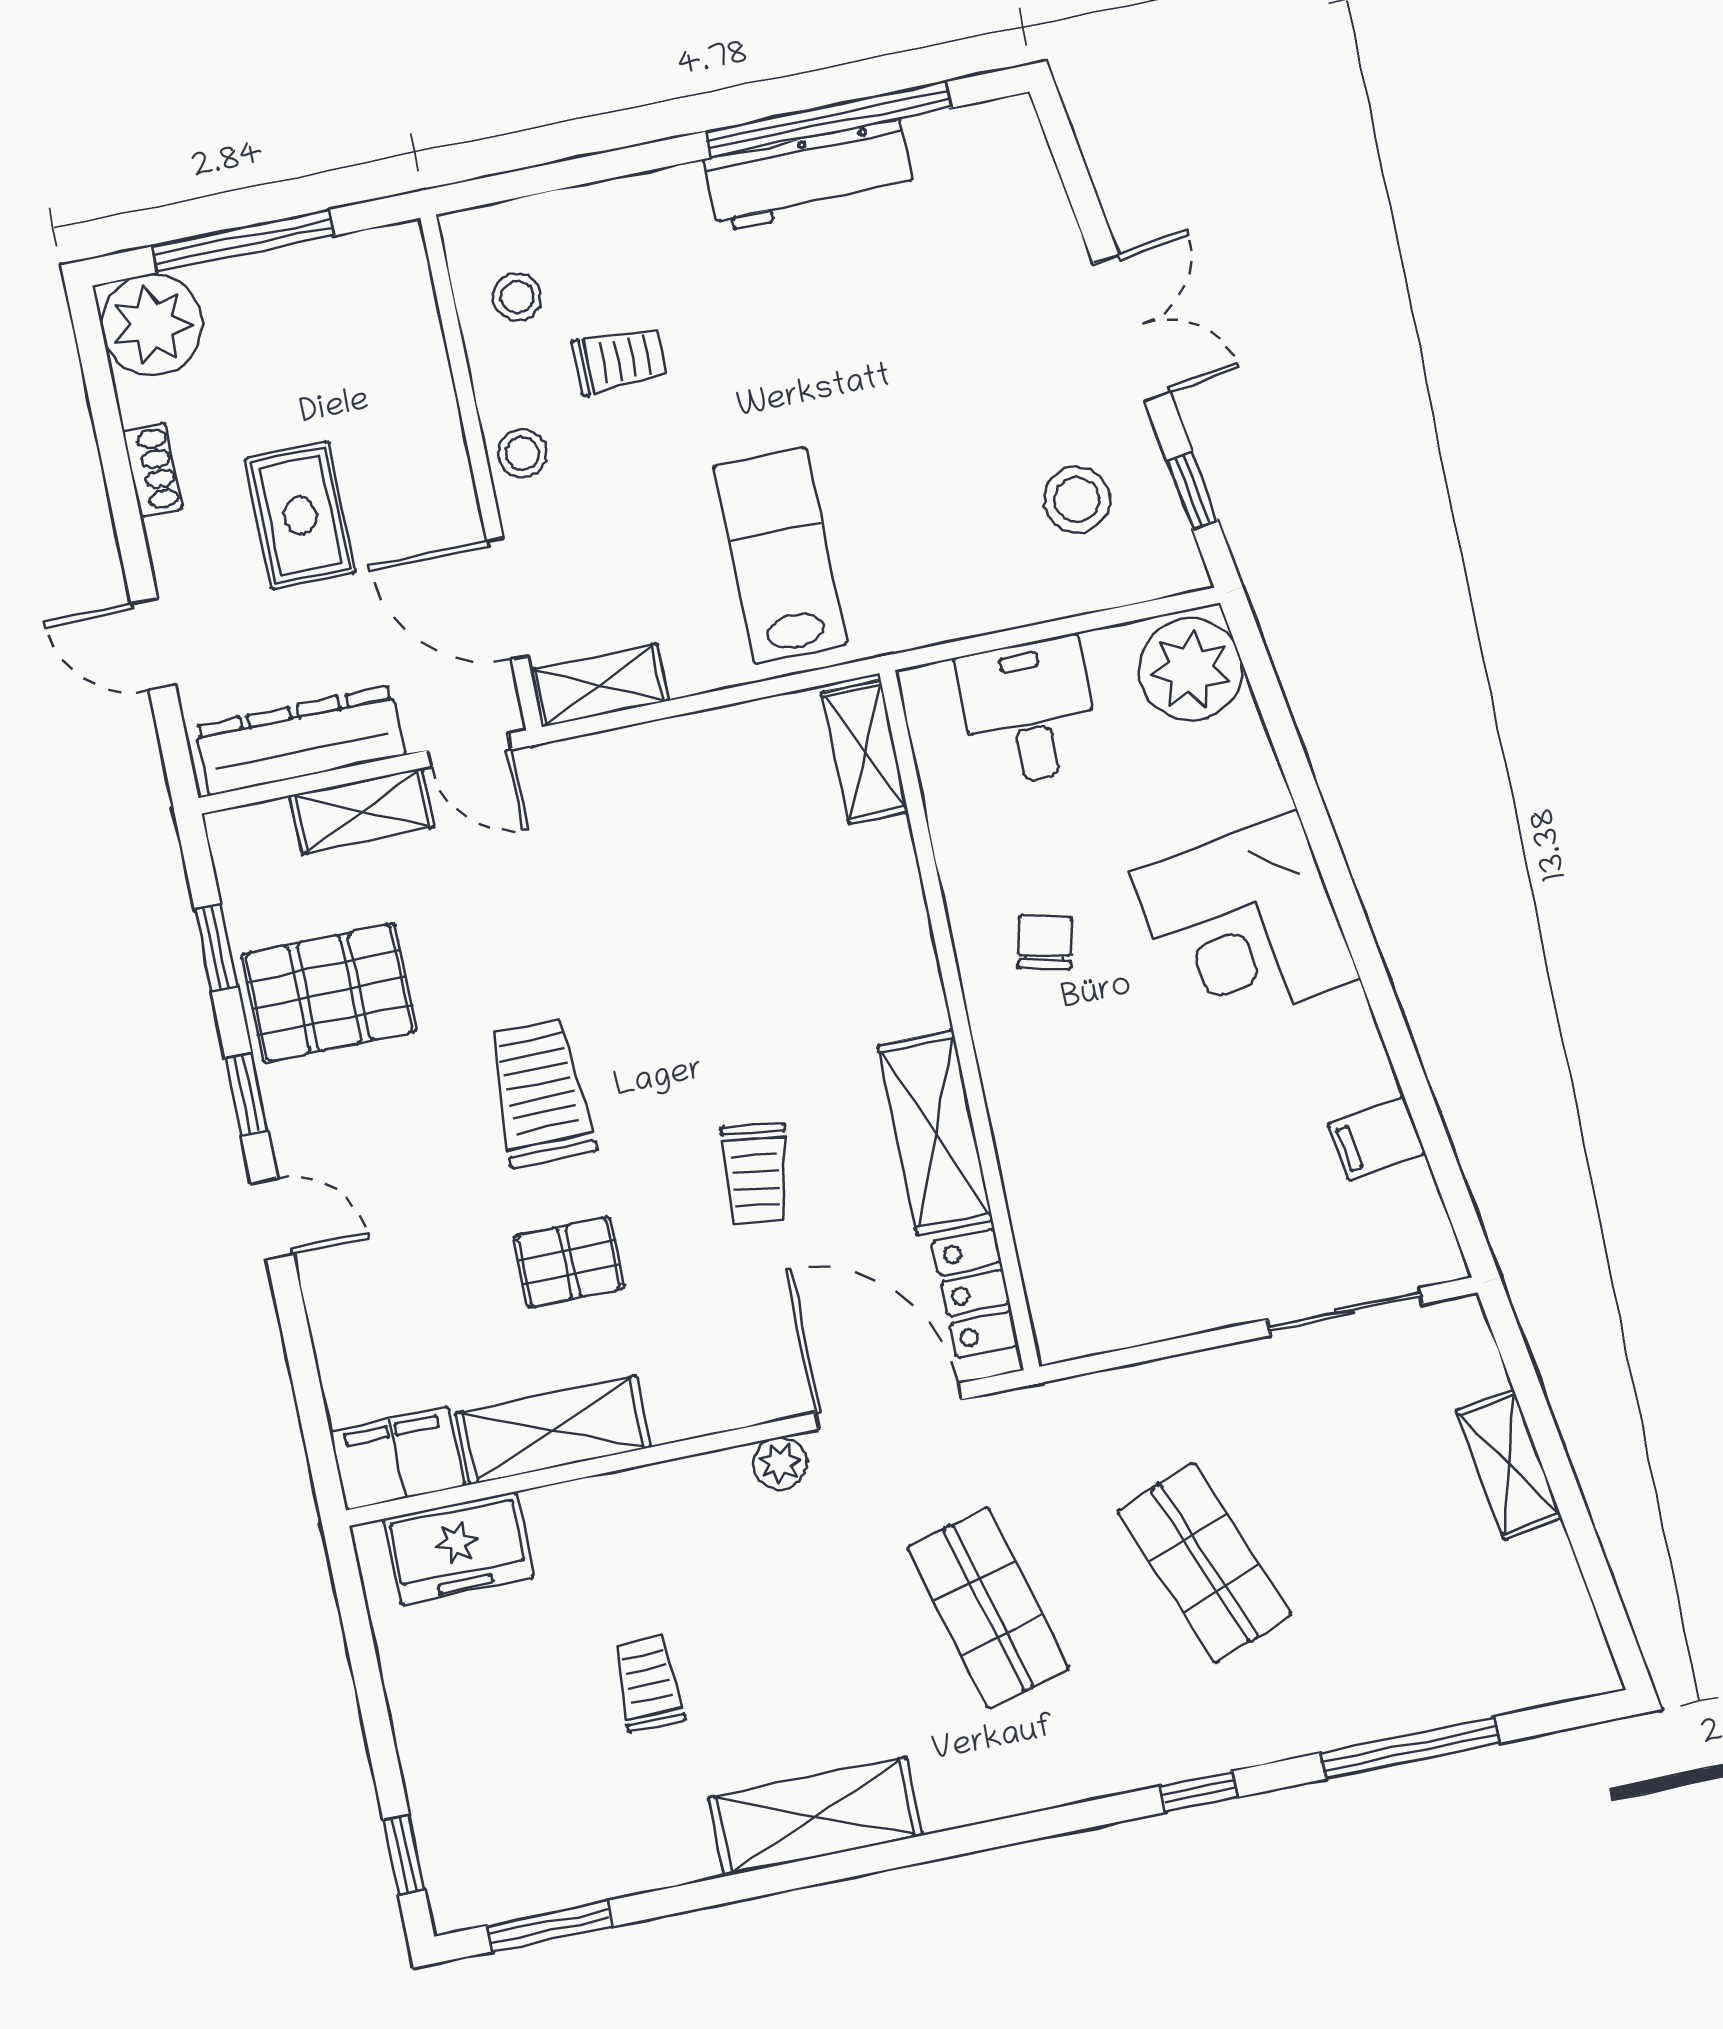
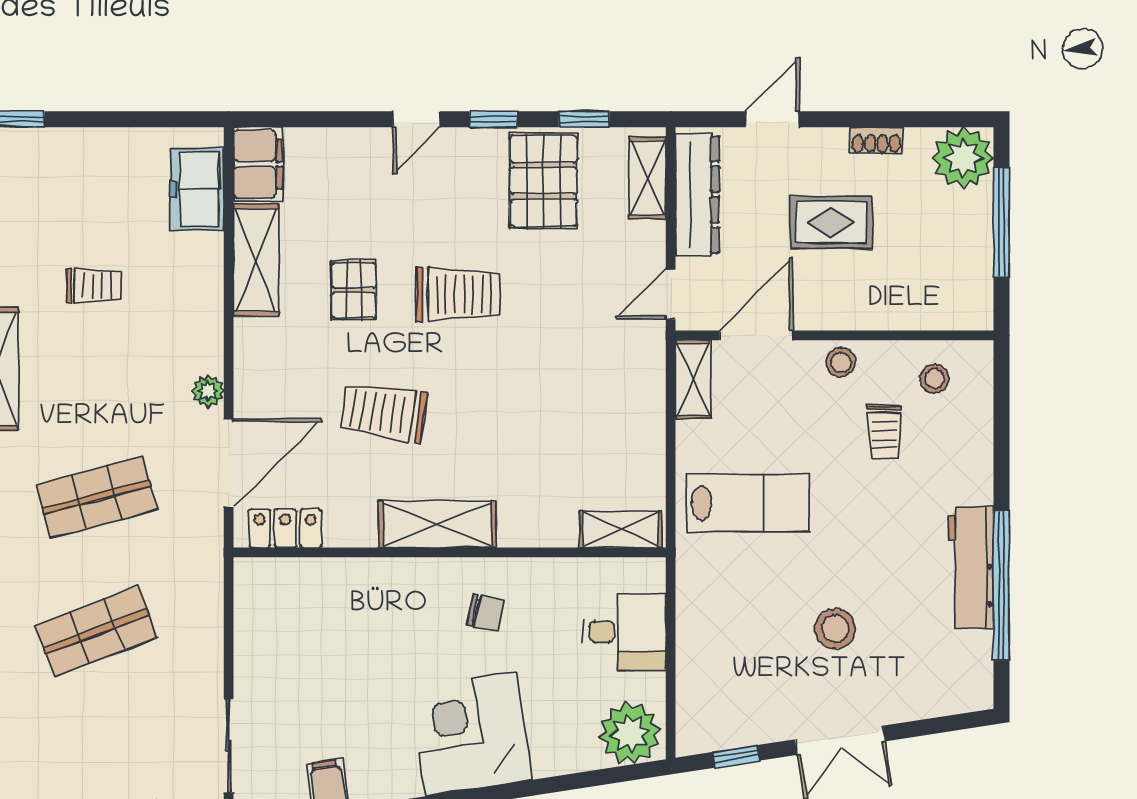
stool: (1077, 500) -> (835, 629), moved
shelving: (362, 811) -> (648, 178), moved
shelving: (935, 1133) -> (437, 524), moved
trolley: (756, 1173) -> (384, 412), width x1.36, depth x1.39

